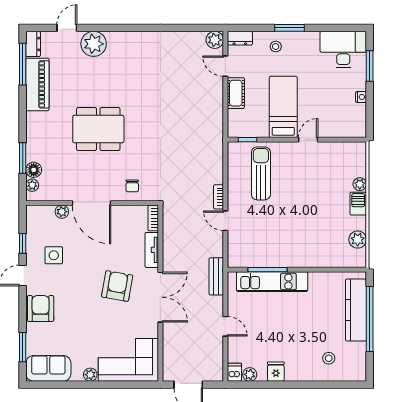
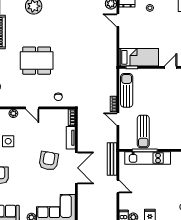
cot: (236, 93) -> (124, 38), removed
bed: (283, 107) -> (139, 57), moved, turned 90
sun lounger: (261, 173) -> (127, 90), moved
door: (92, 203) -> (32, 108), width x0.53
sun lounger: (265, 240) -> (143, 131), added
bench: (216, 276) -> (112, 159), width x1.36

